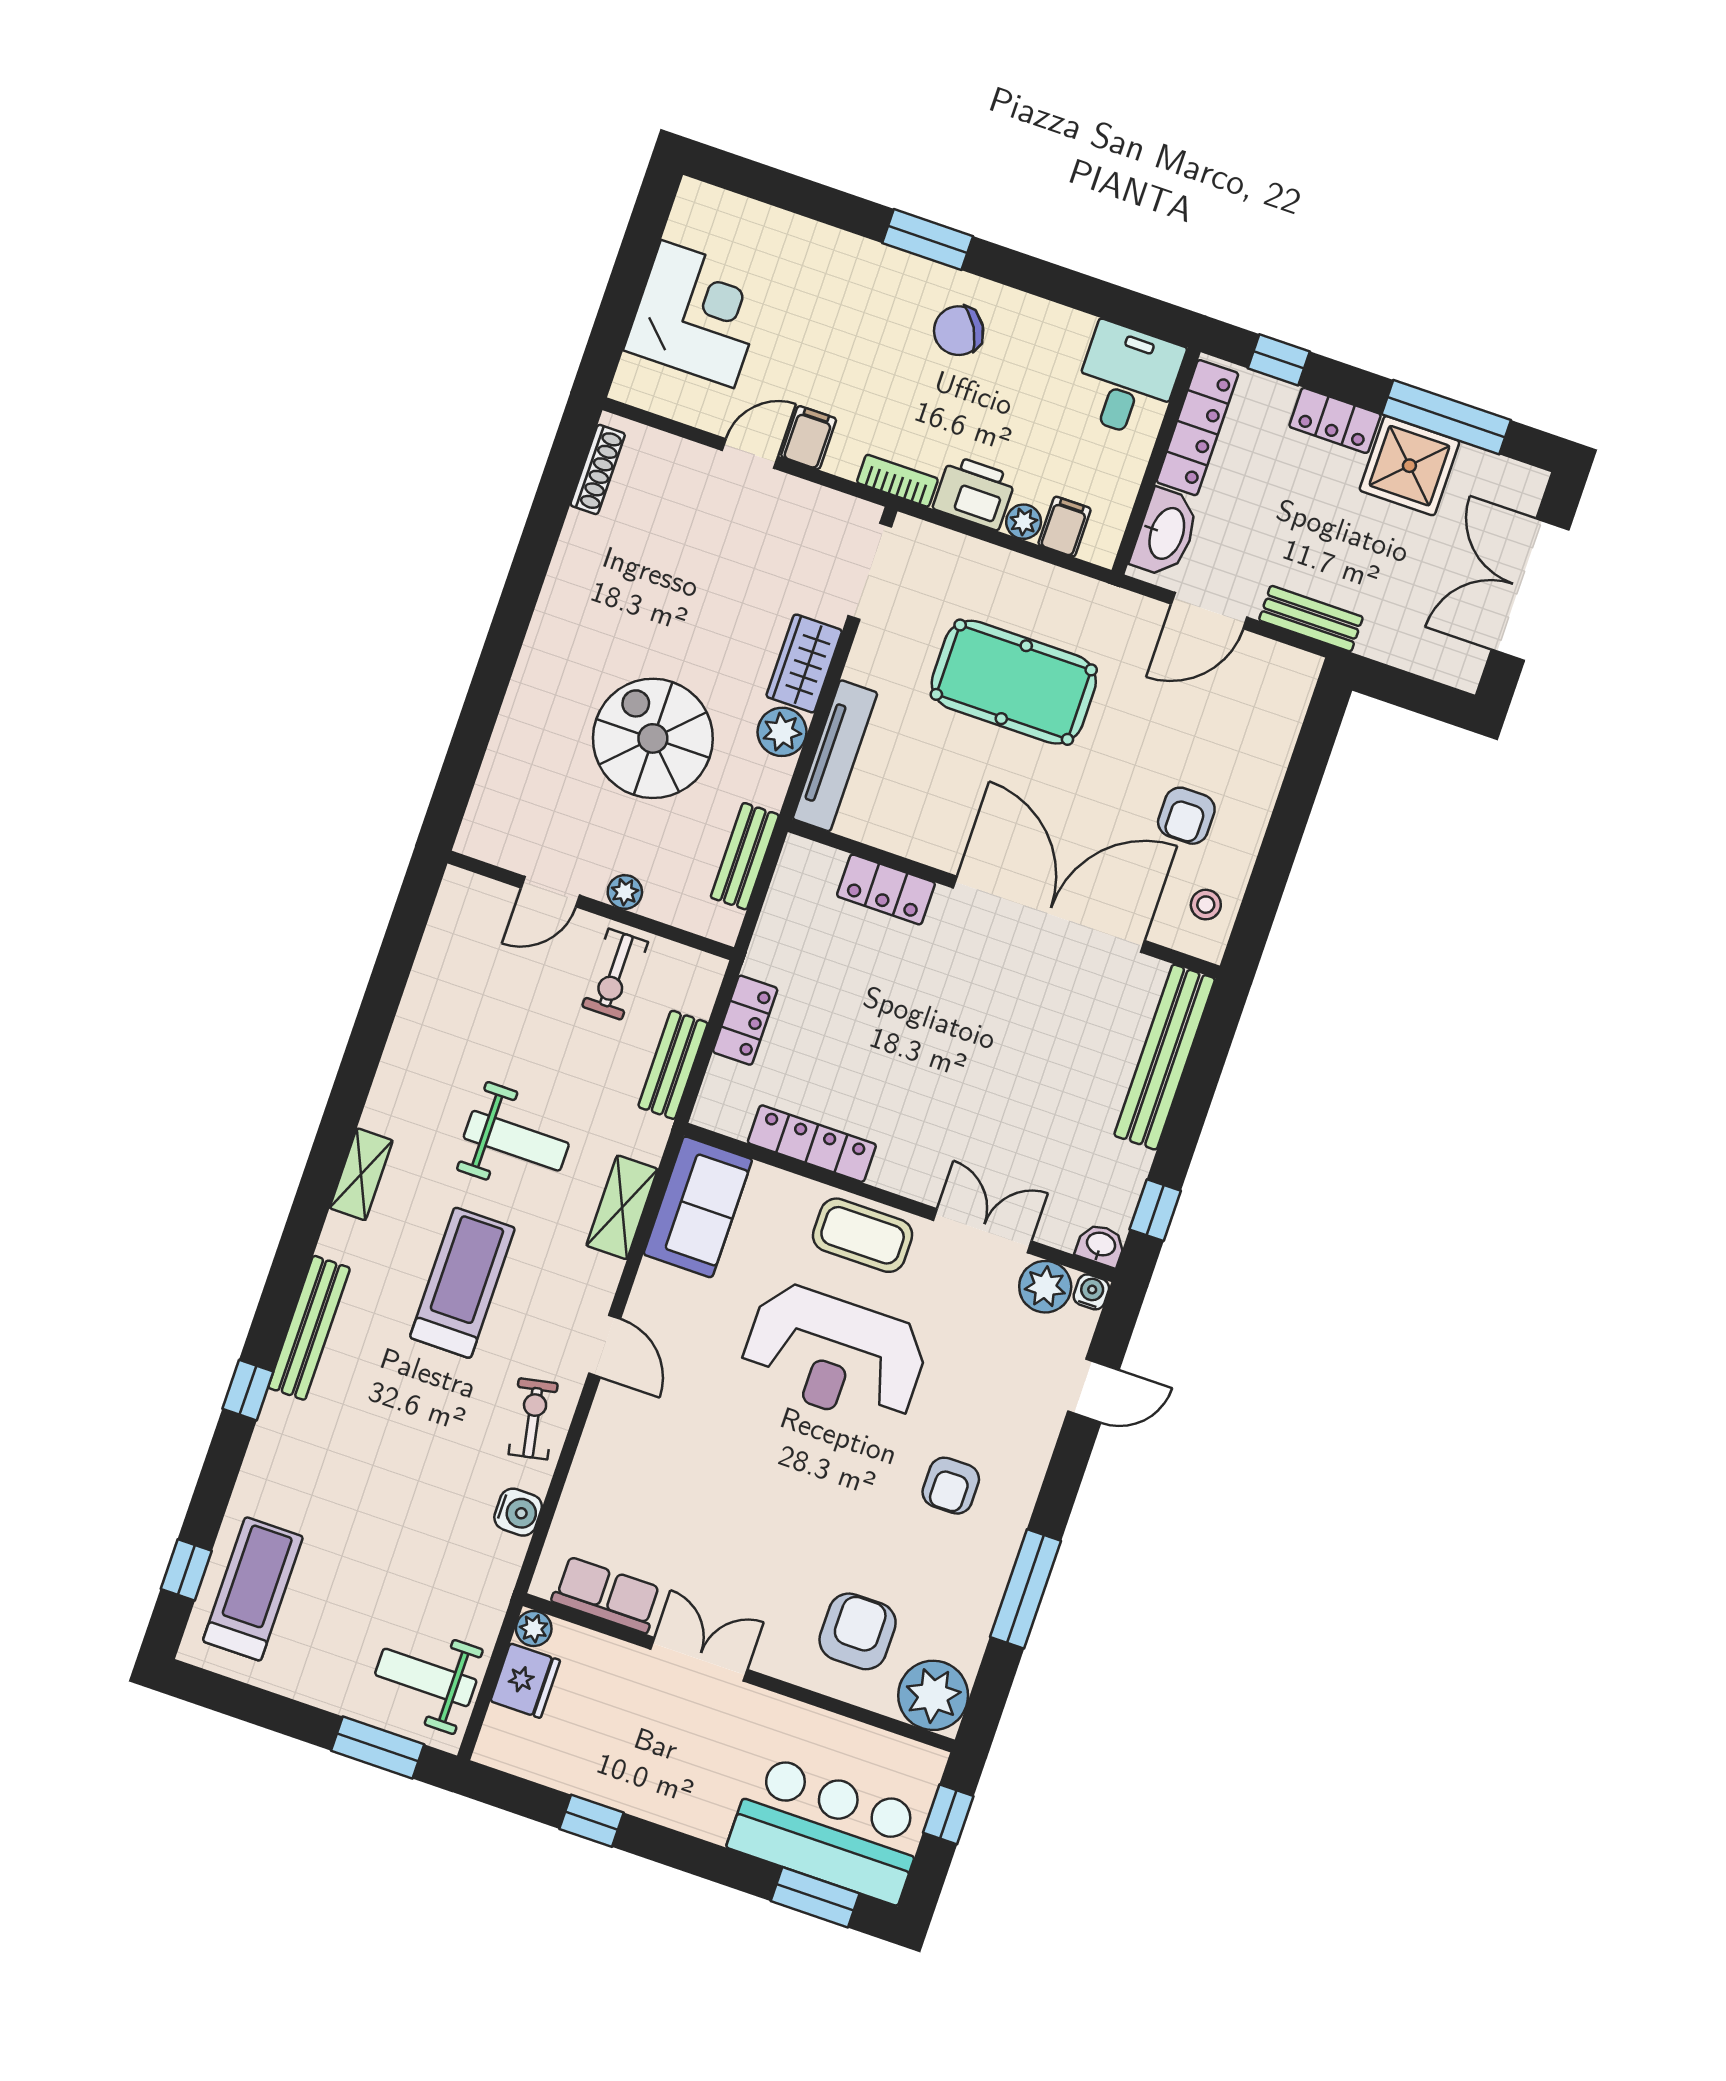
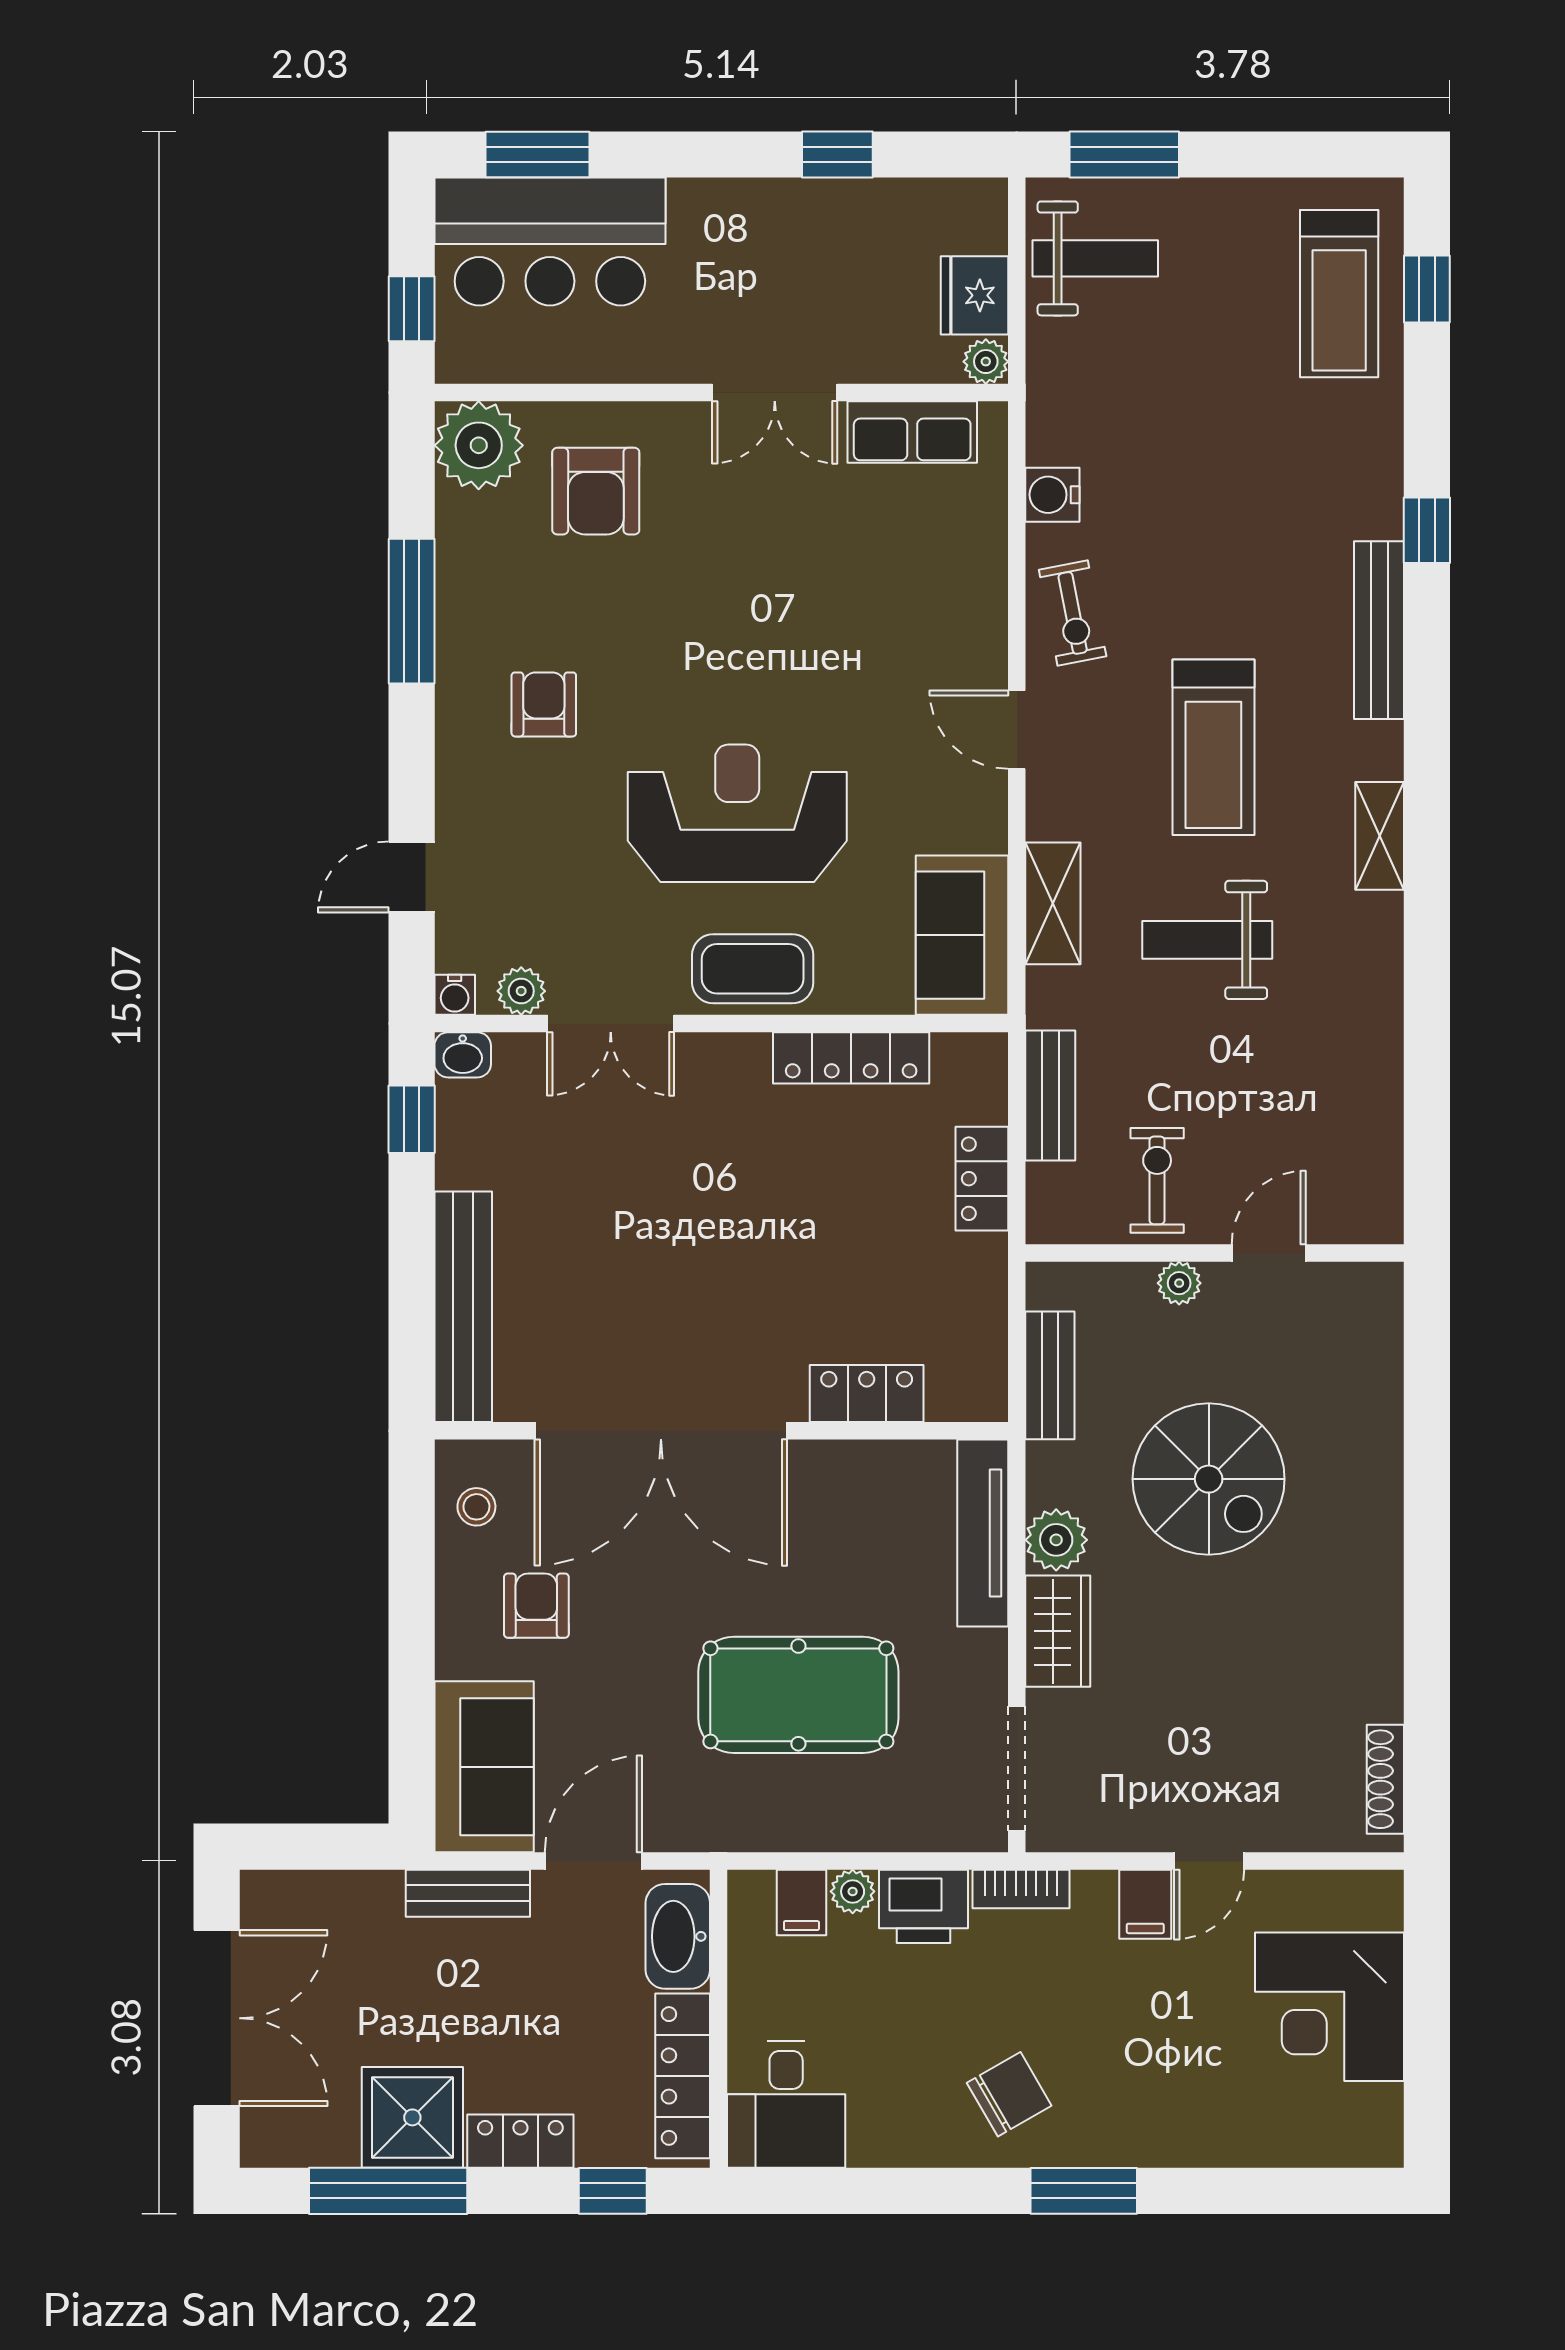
sofa: (1266, 709) -> (484, 1767), added
plant: (1045, 1287) -> (521, 991), width x0.73, depth x0.73

